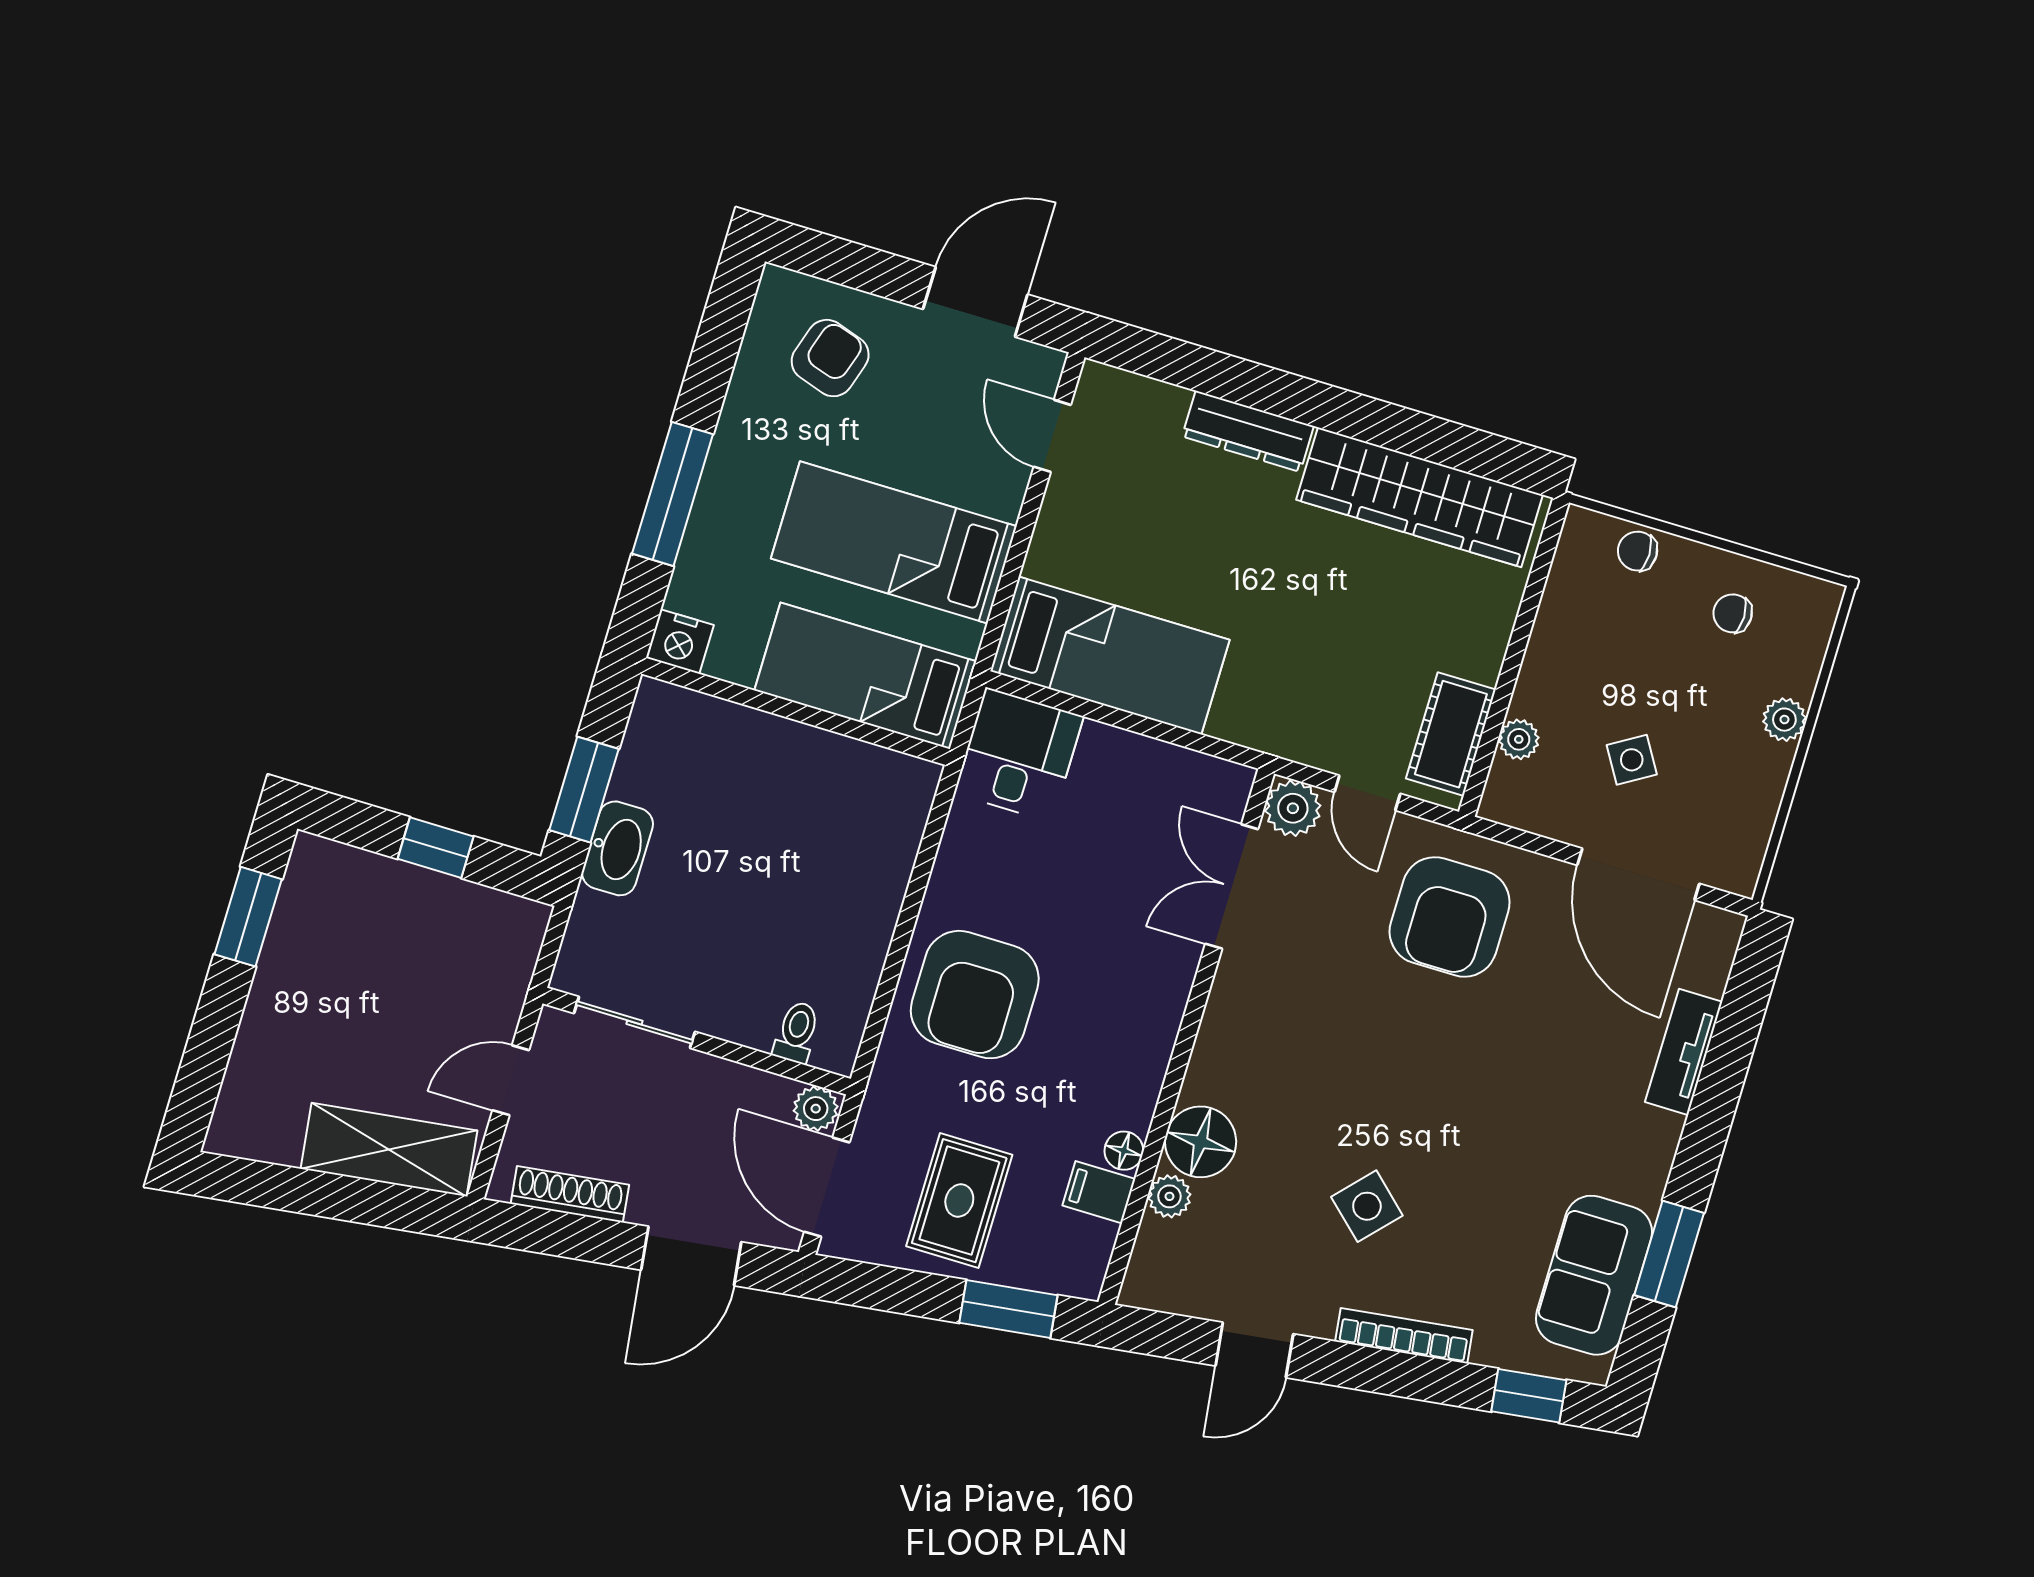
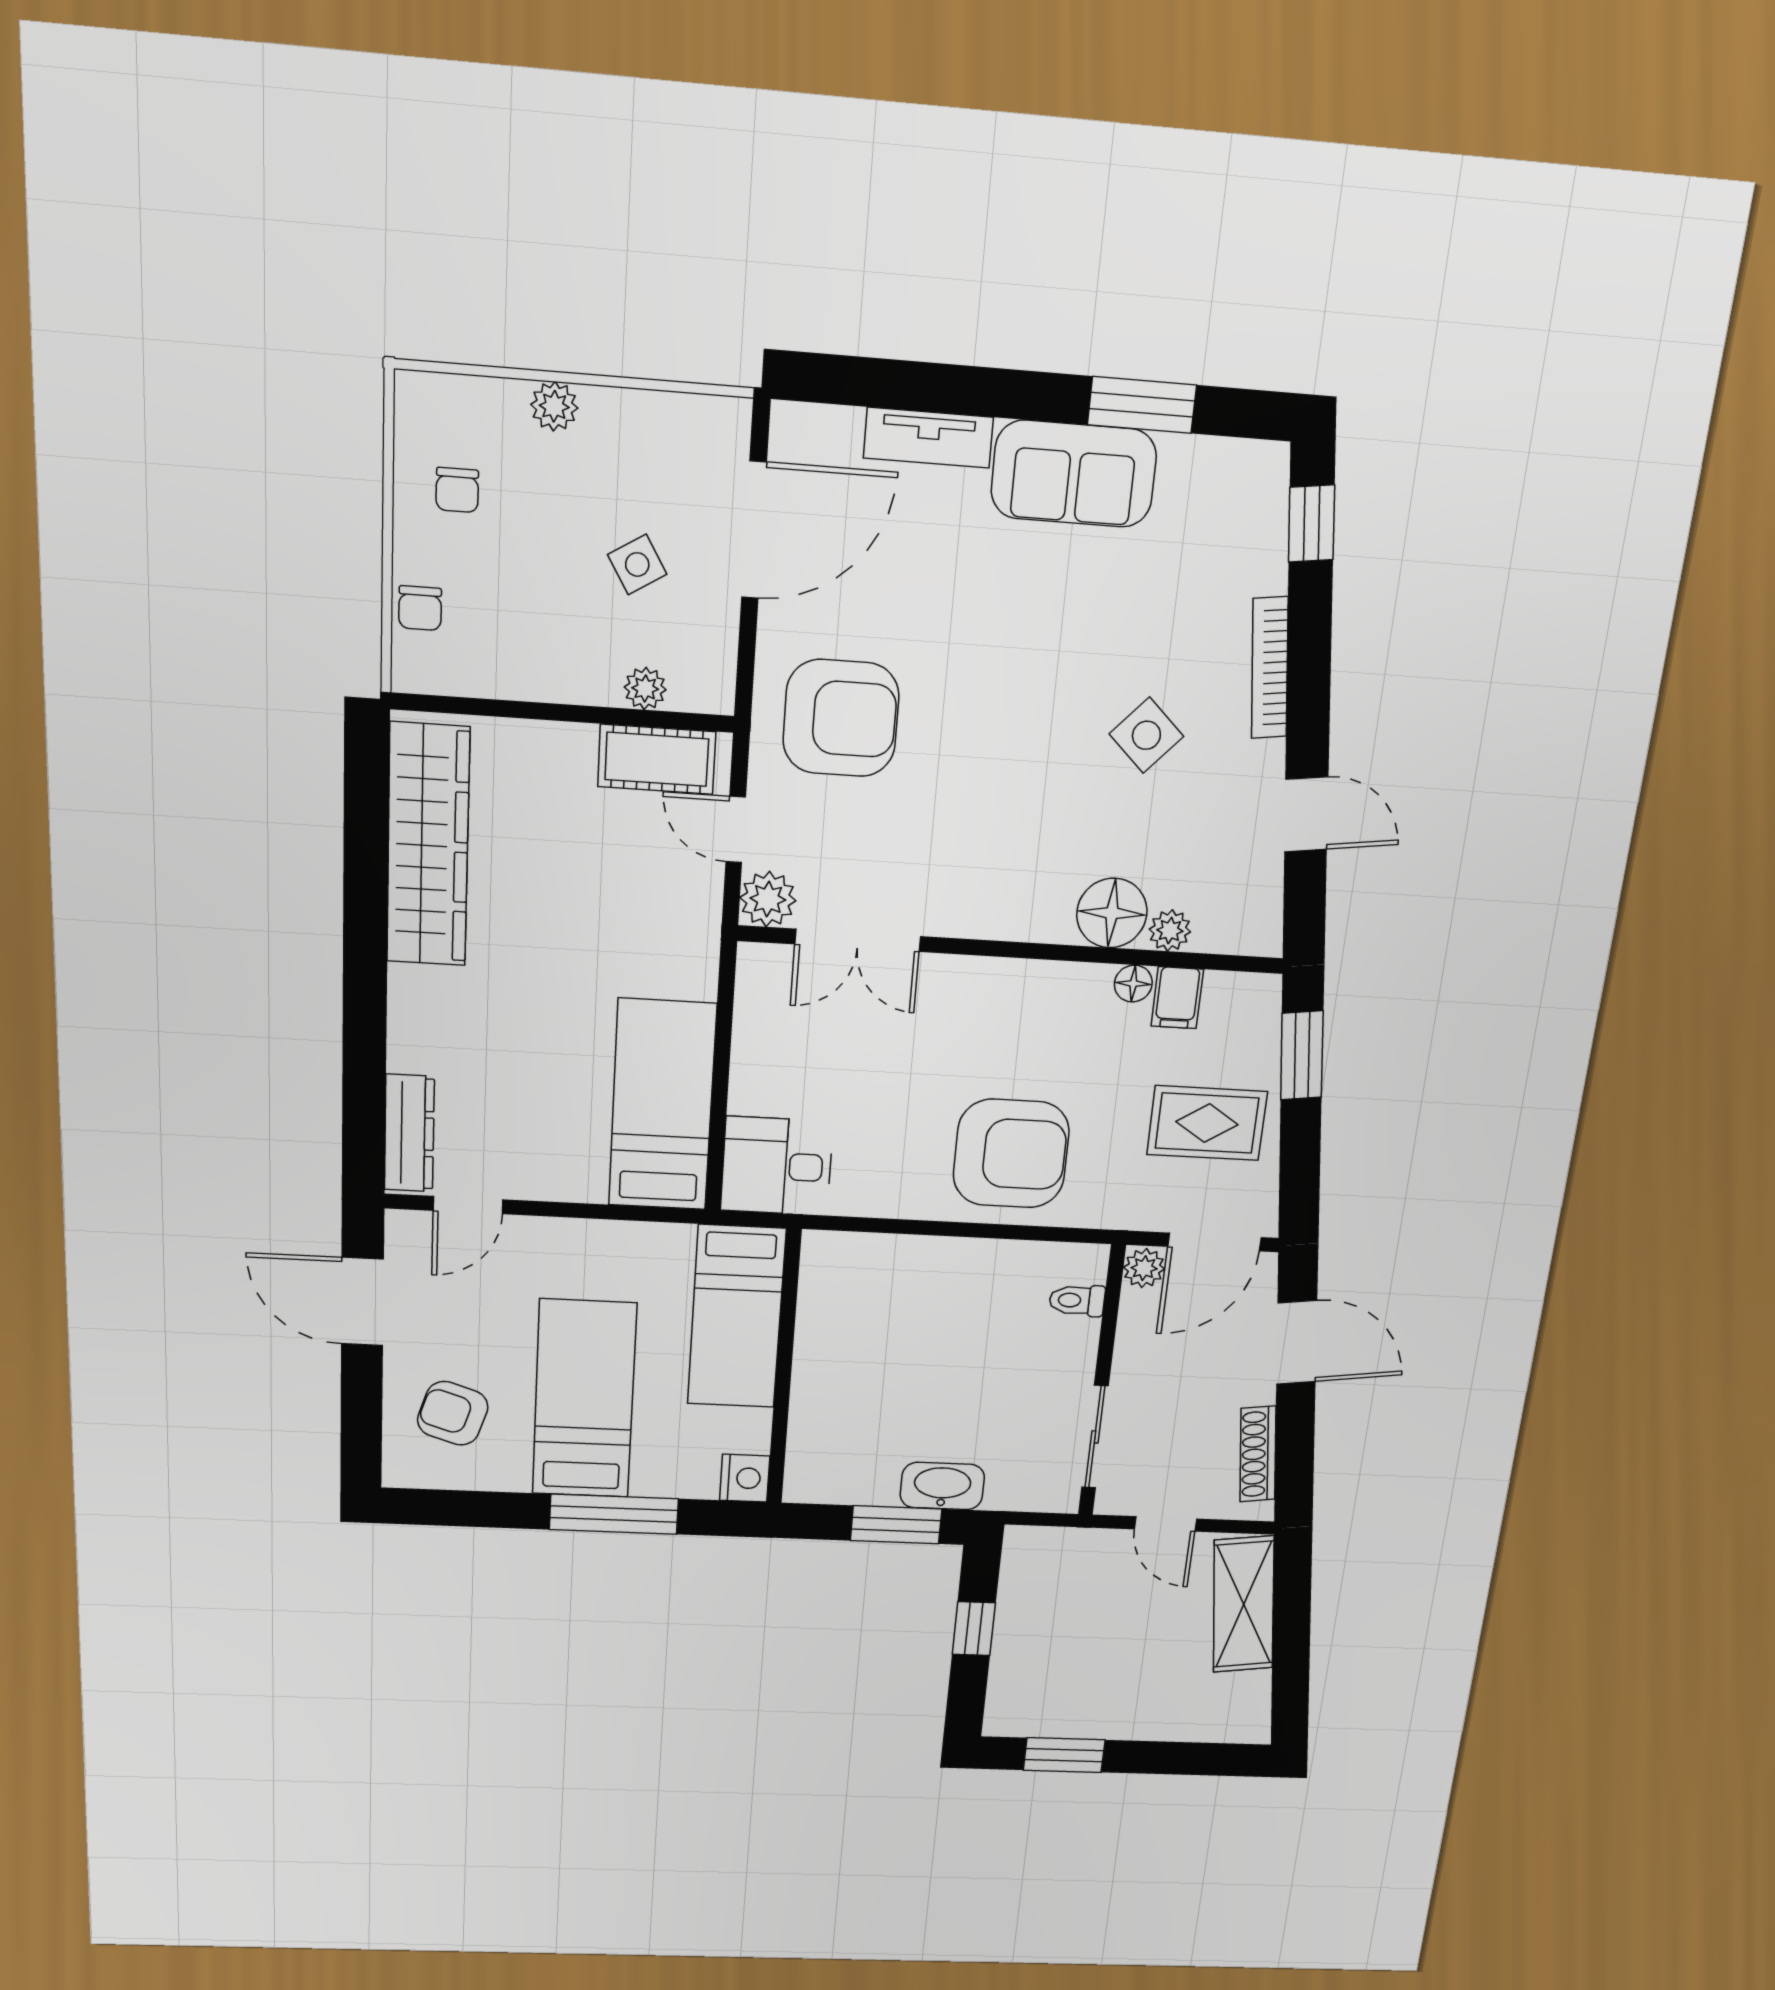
dresser: (1248, 431) -> (409, 1133), moved
bed: (894, 542) -> (584, 1399), moved, turned 180
door: (1367, 793) -> (736, 830), swing flipped
sofa: (1594, 1275) -> (1074, 474), moved

